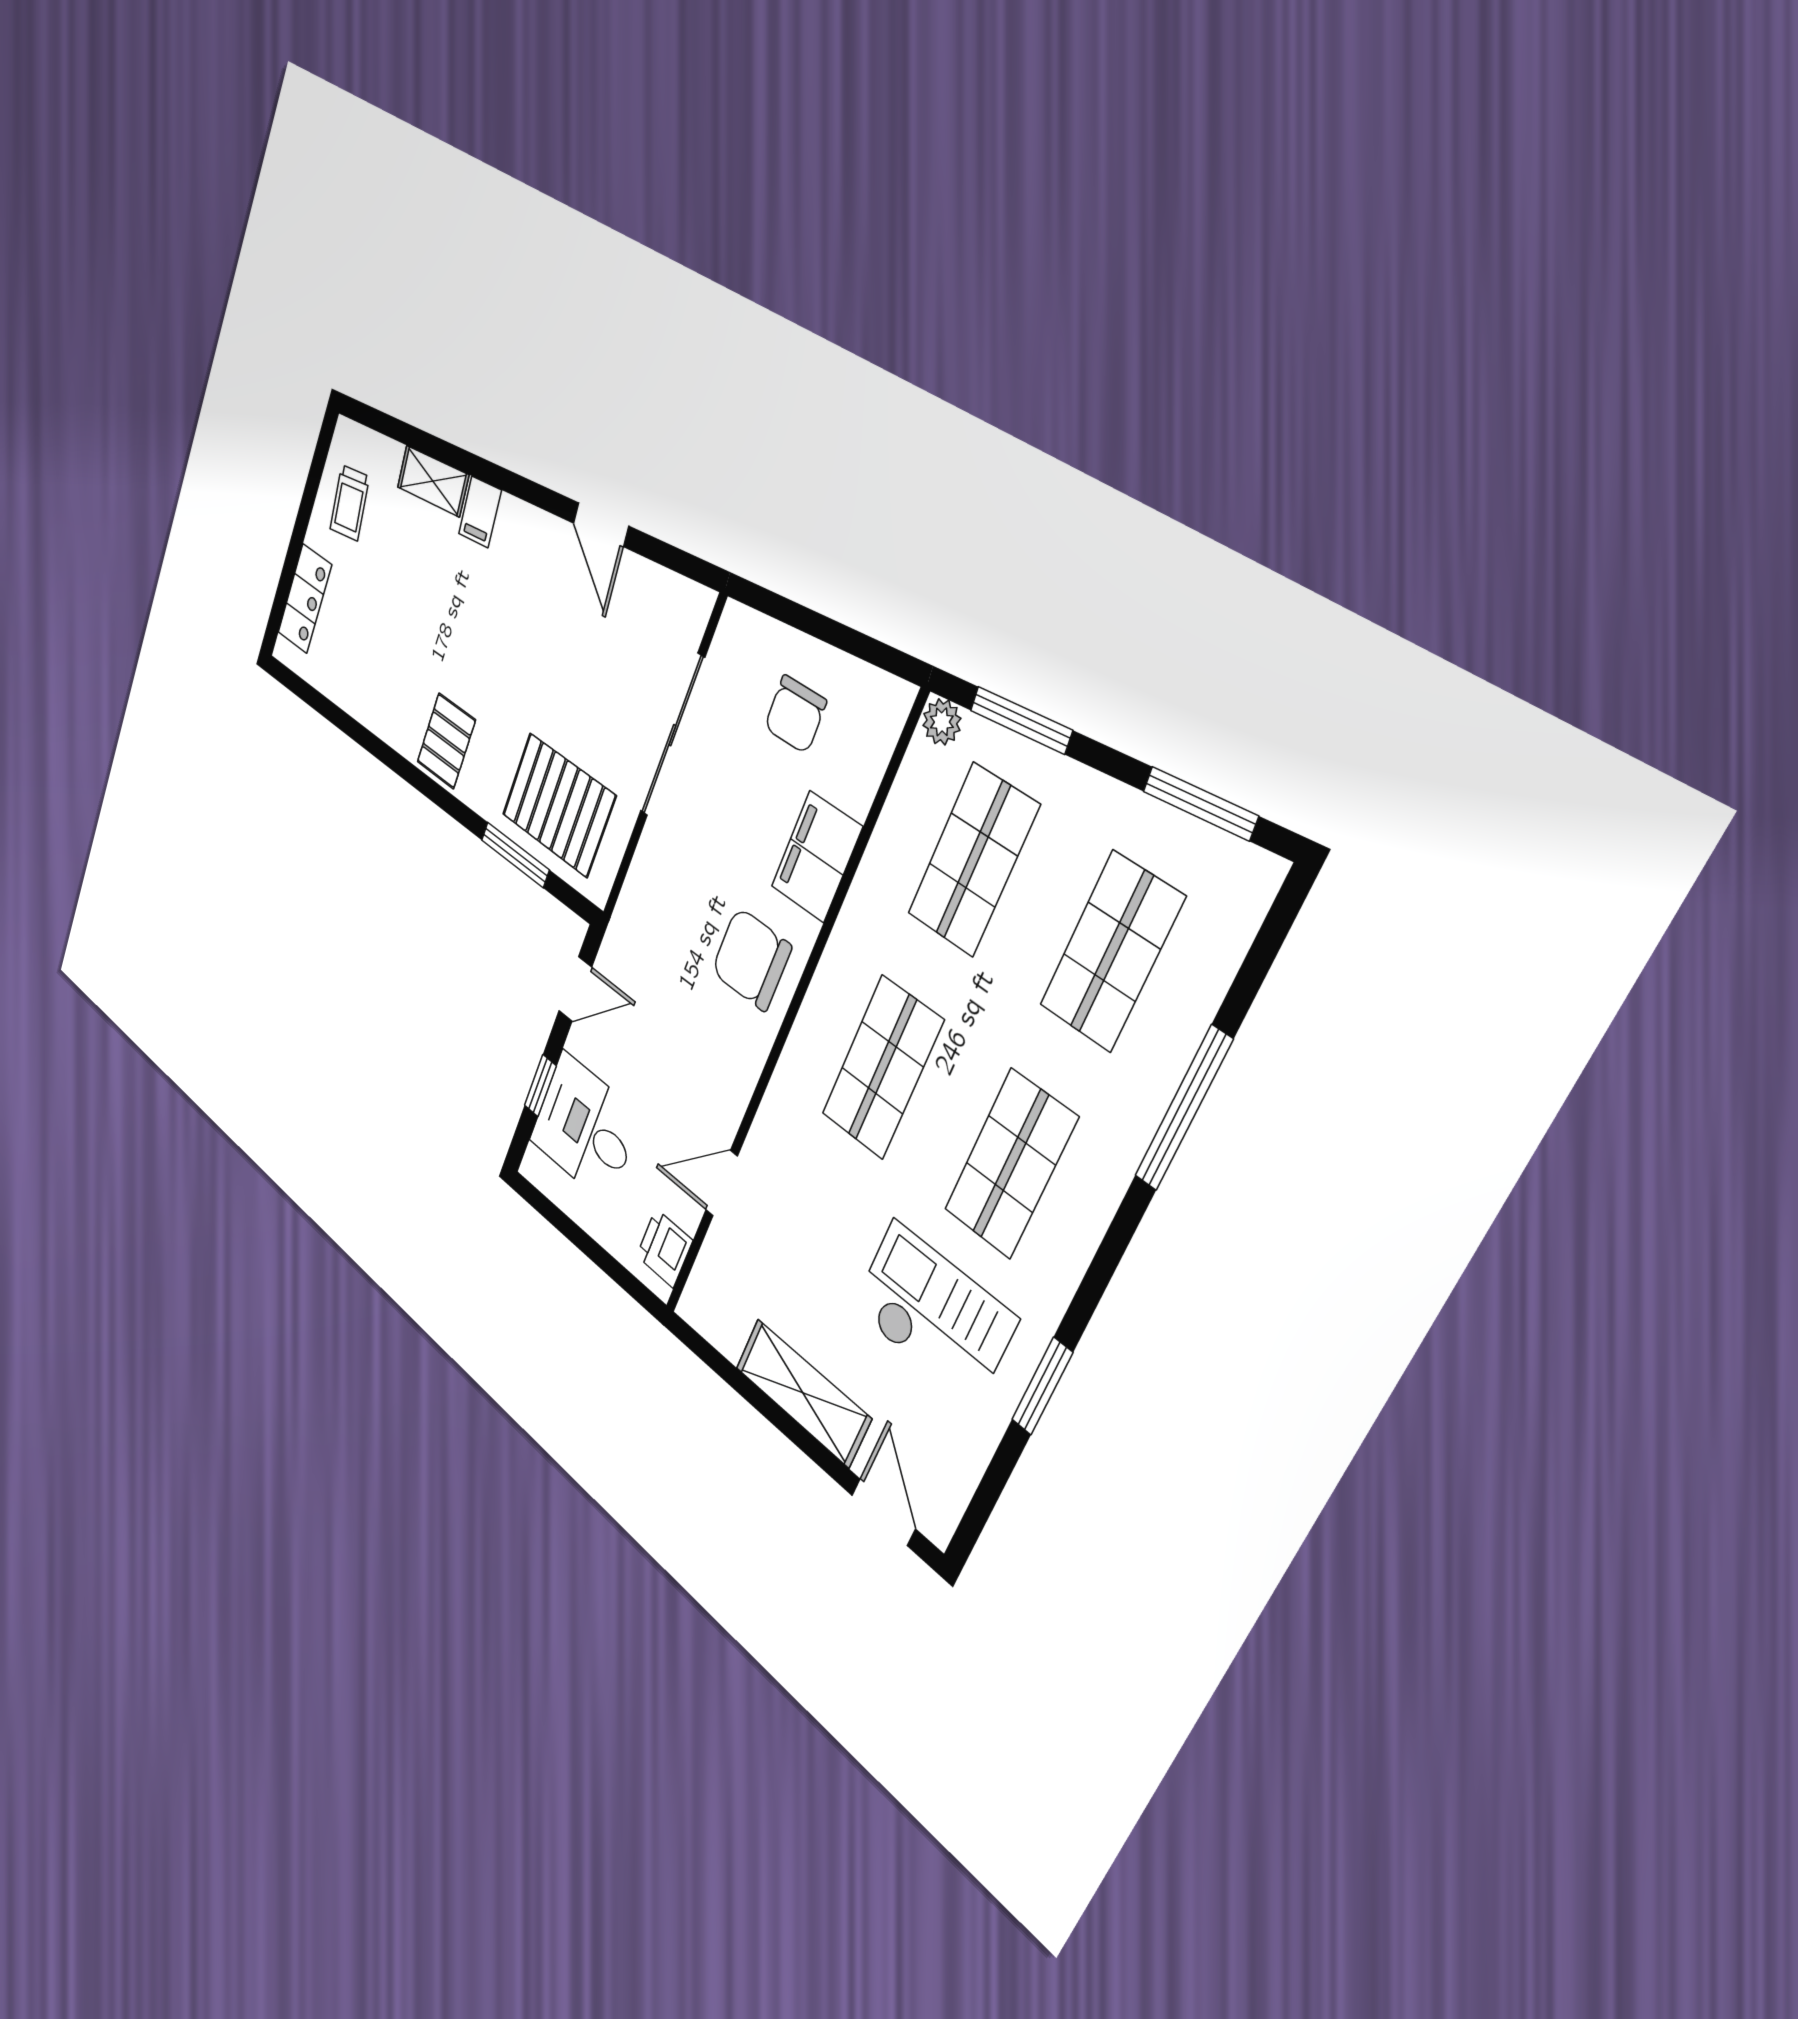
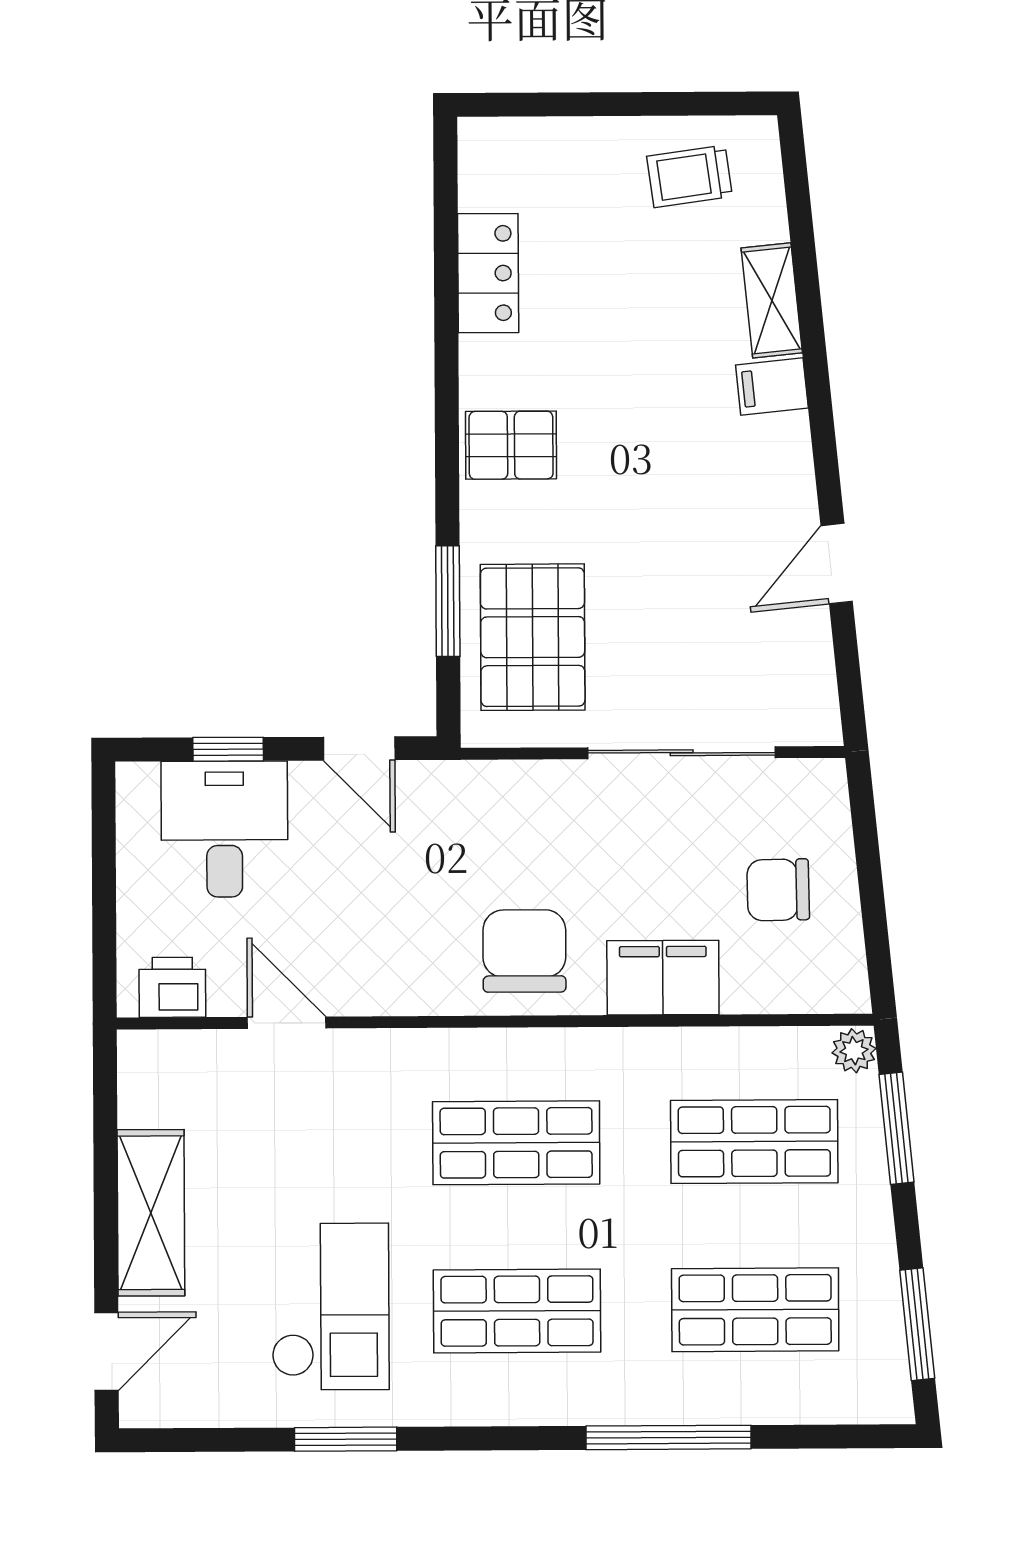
locker: (305, 599) -> (488, 273), moved, turned -90

